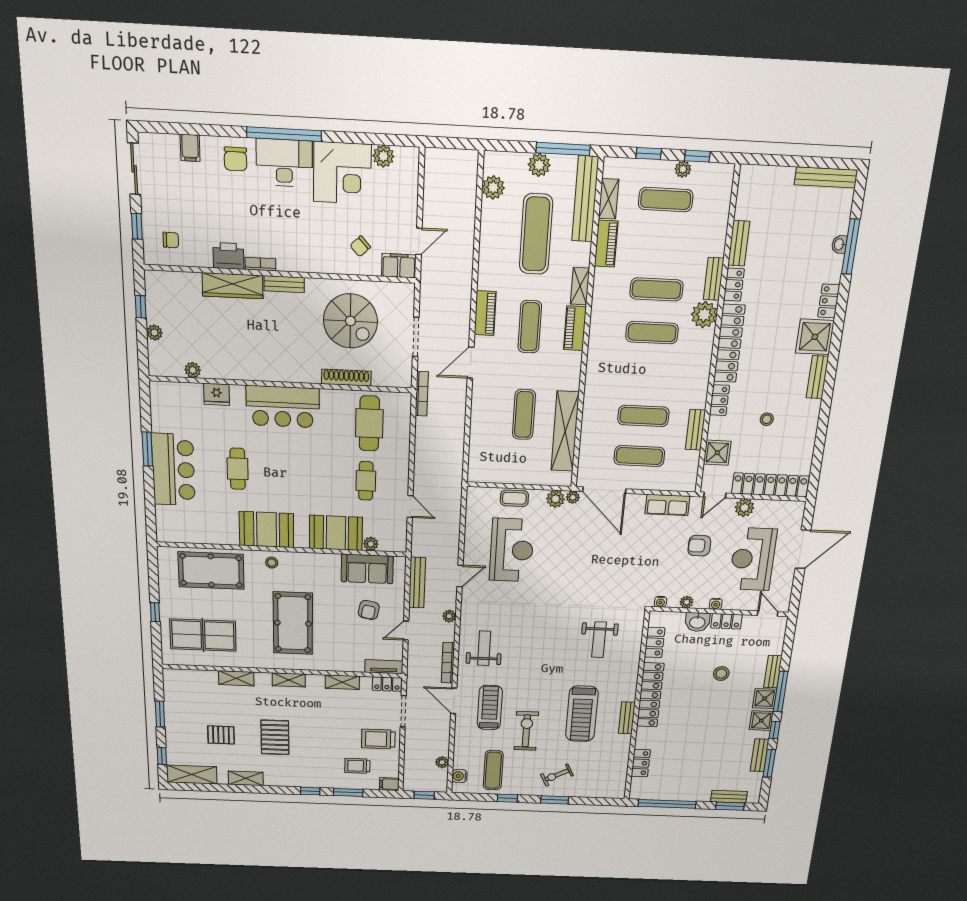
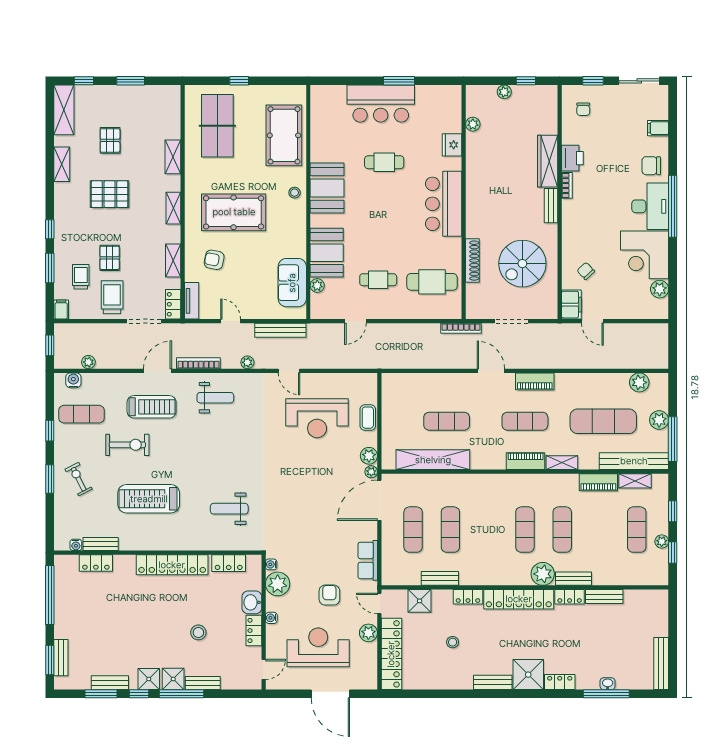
plant: (687, 602) -> (278, 584), width x1.88, depth x1.88
armchair: (369, 610) -> (214, 260), moved
bench: (627, 718) -> (101, 544), moved
pallet: (339, 740) -> (110, 258), added
water cooler: (621, 780) -> (76, 545), added

